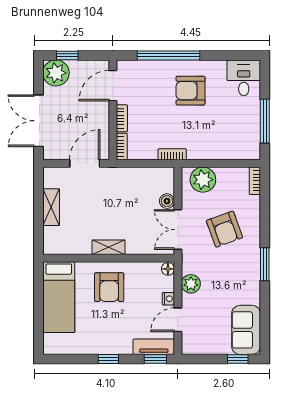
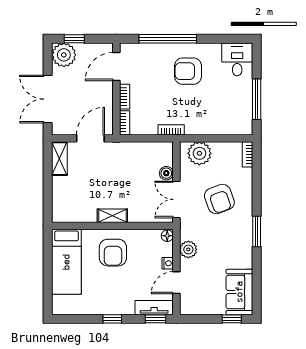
shelving: (51, 207) -> (59, 159), moved

